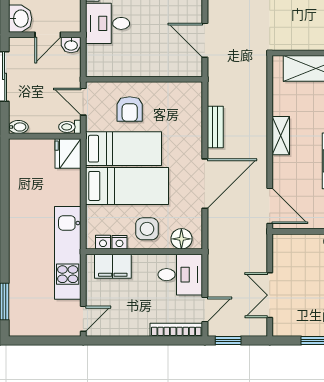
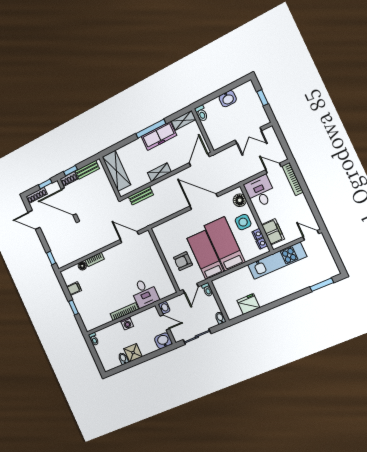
door: (205, 40) -> (129, 237), swing flipped
armchair: (130, 109) -> (183, 261), turned 180
bench: (215, 127) -> (141, 196), moved
fridge: (68, 153) -> (248, 304), moved, turned 180
window: (228, 340) -> (285, 146), removed

